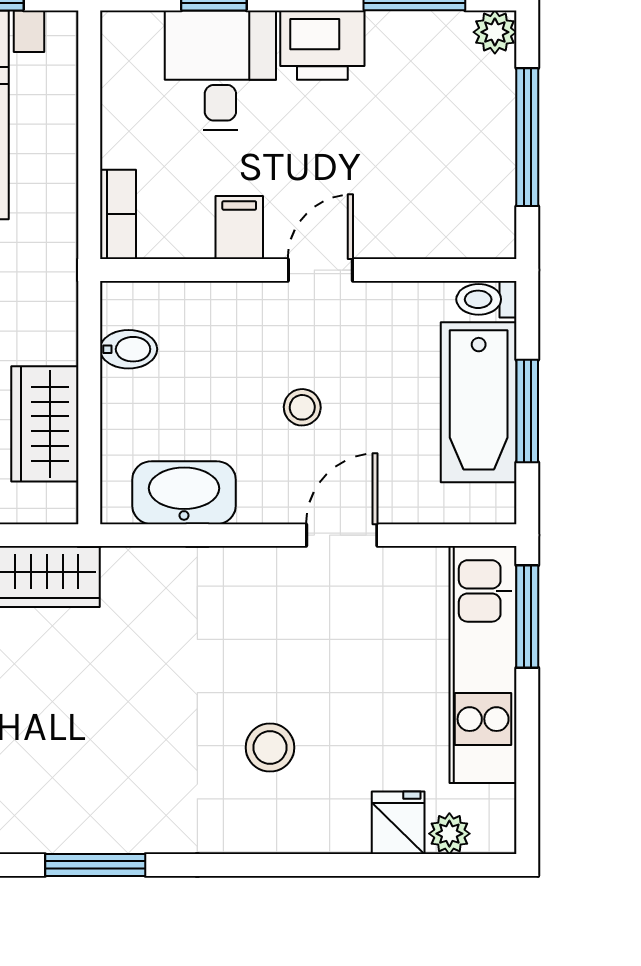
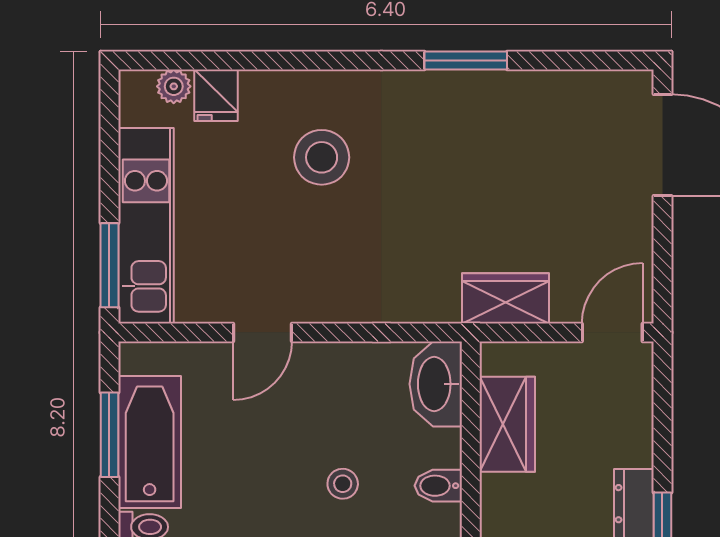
stool: (302, 407) -> (343, 484), moved
washbasin: (184, 493) -> (436, 384), moved, turned 90
stool: (270, 748) -> (322, 157), width x1.38, depth x1.38

